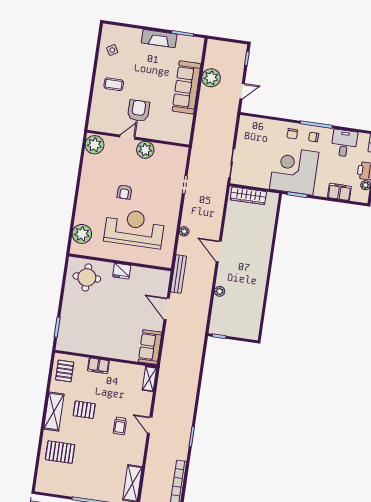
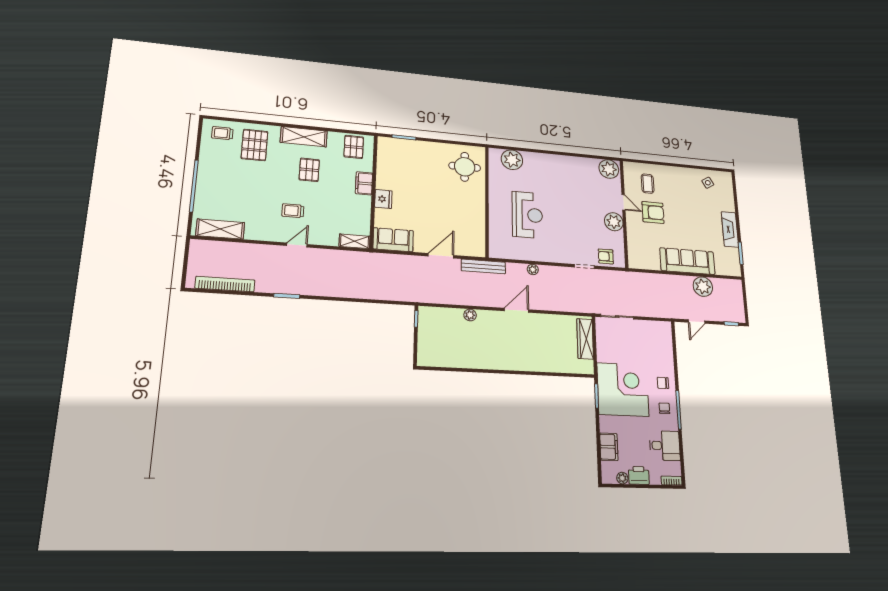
coffee table: (114, 84) -> (648, 184), moved
door: (242, 91) -> (696, 322), hinge flipped
armchair: (124, 192) -> (606, 256), moved
reception desk: (134, 228) -> (527, 215), width x0.74, depth x0.77
fridge: (122, 271) -> (383, 199), moved, turned 180
pallet: (65, 371) -> (354, 147), turned 90
trolley: (49, 477) -> (222, 133), added

